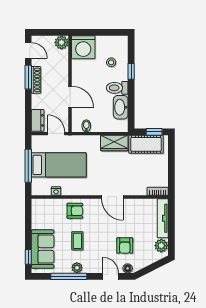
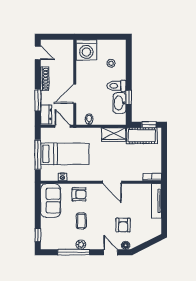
plant: (62, 42) -> (67, 46), removed
window: (131, 71) -> (129, 97), moved
window: (28, 77) -> (38, 100), moved
door: (70, 97) -> (75, 94), swing flipped
plant: (161, 246) -> (155, 225), removed
sofa: (43, 249) -> (51, 201), moved

